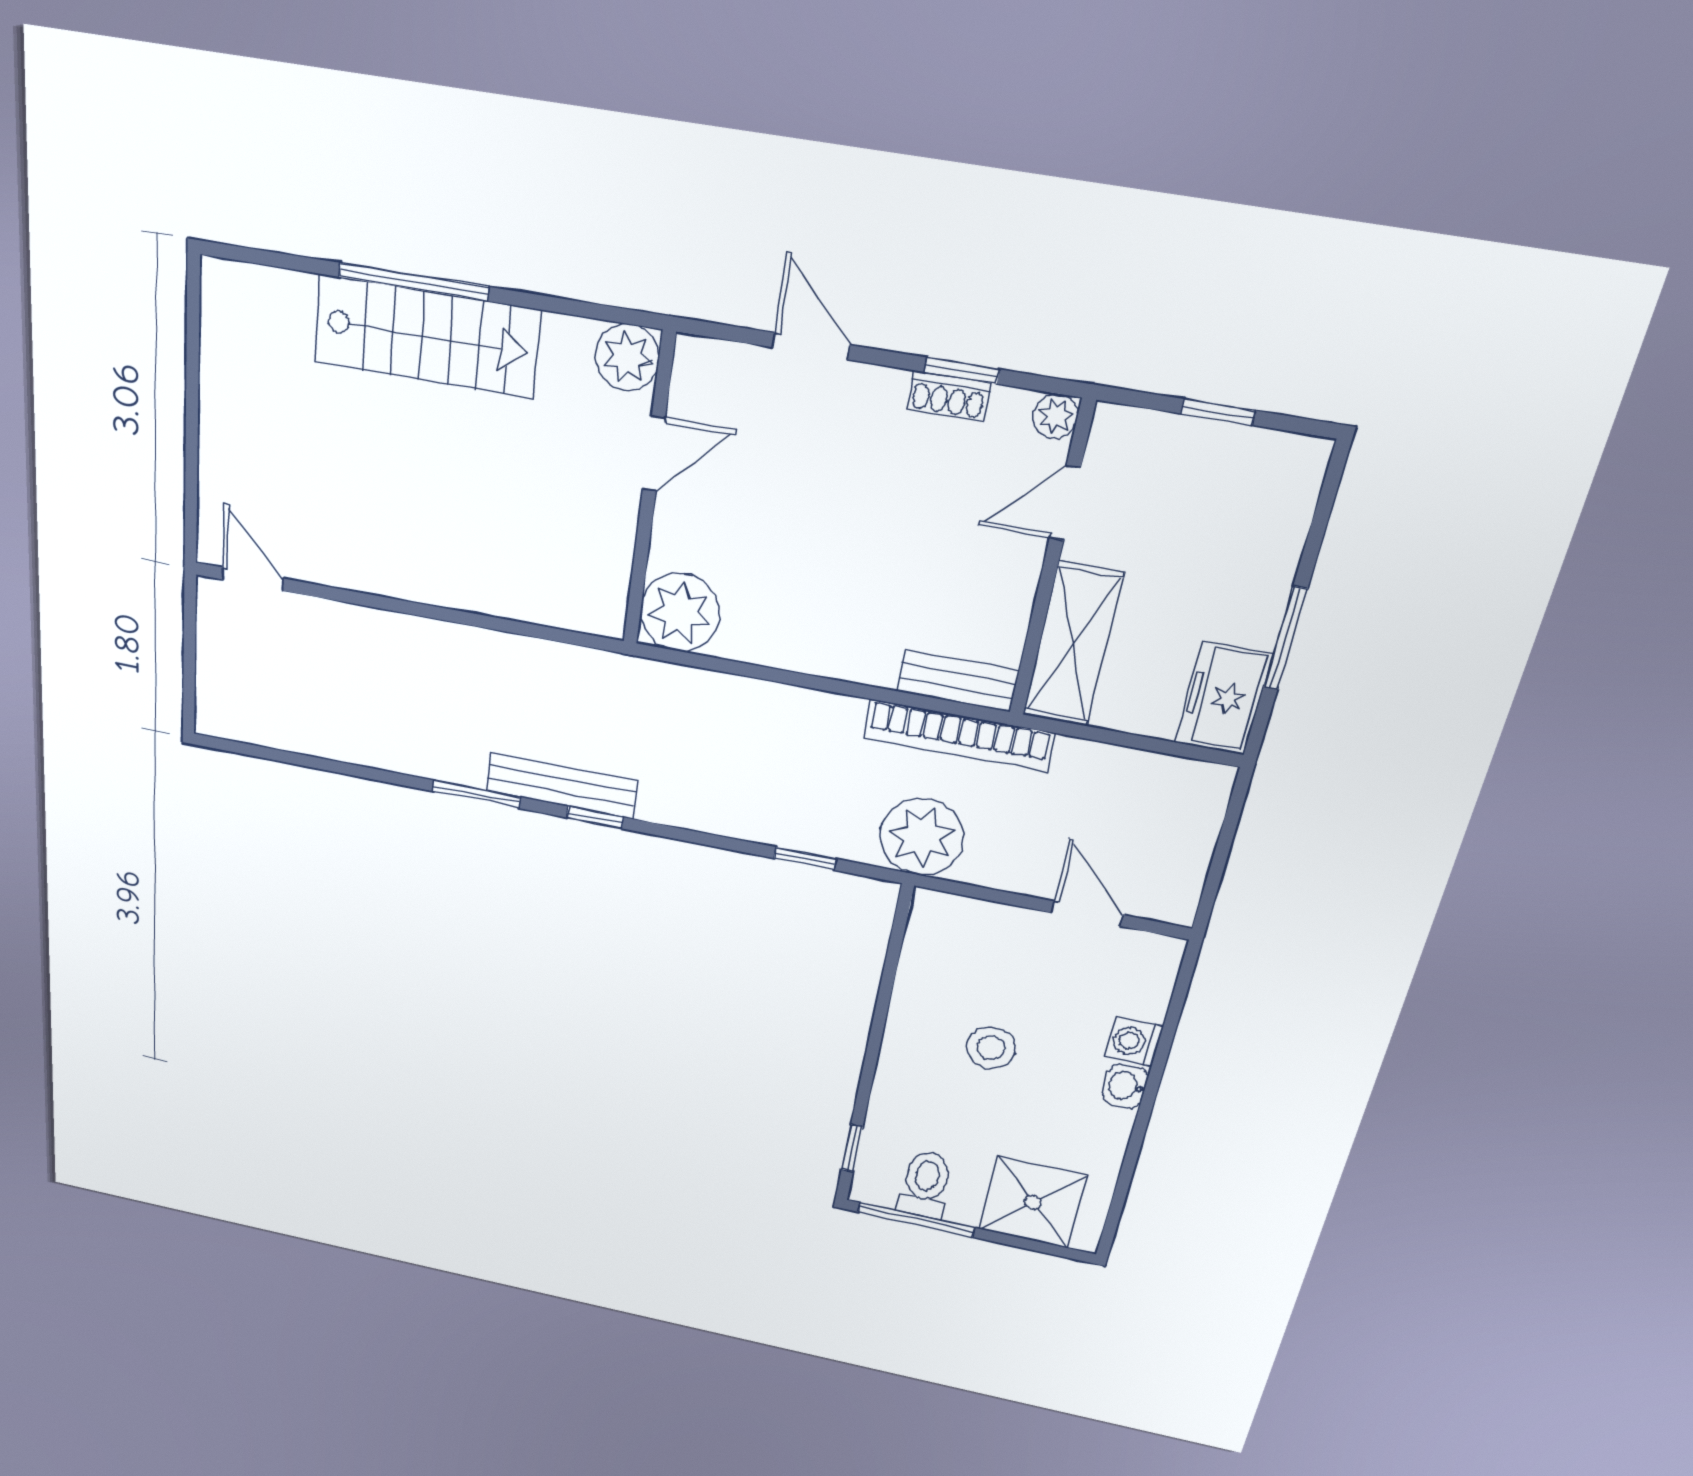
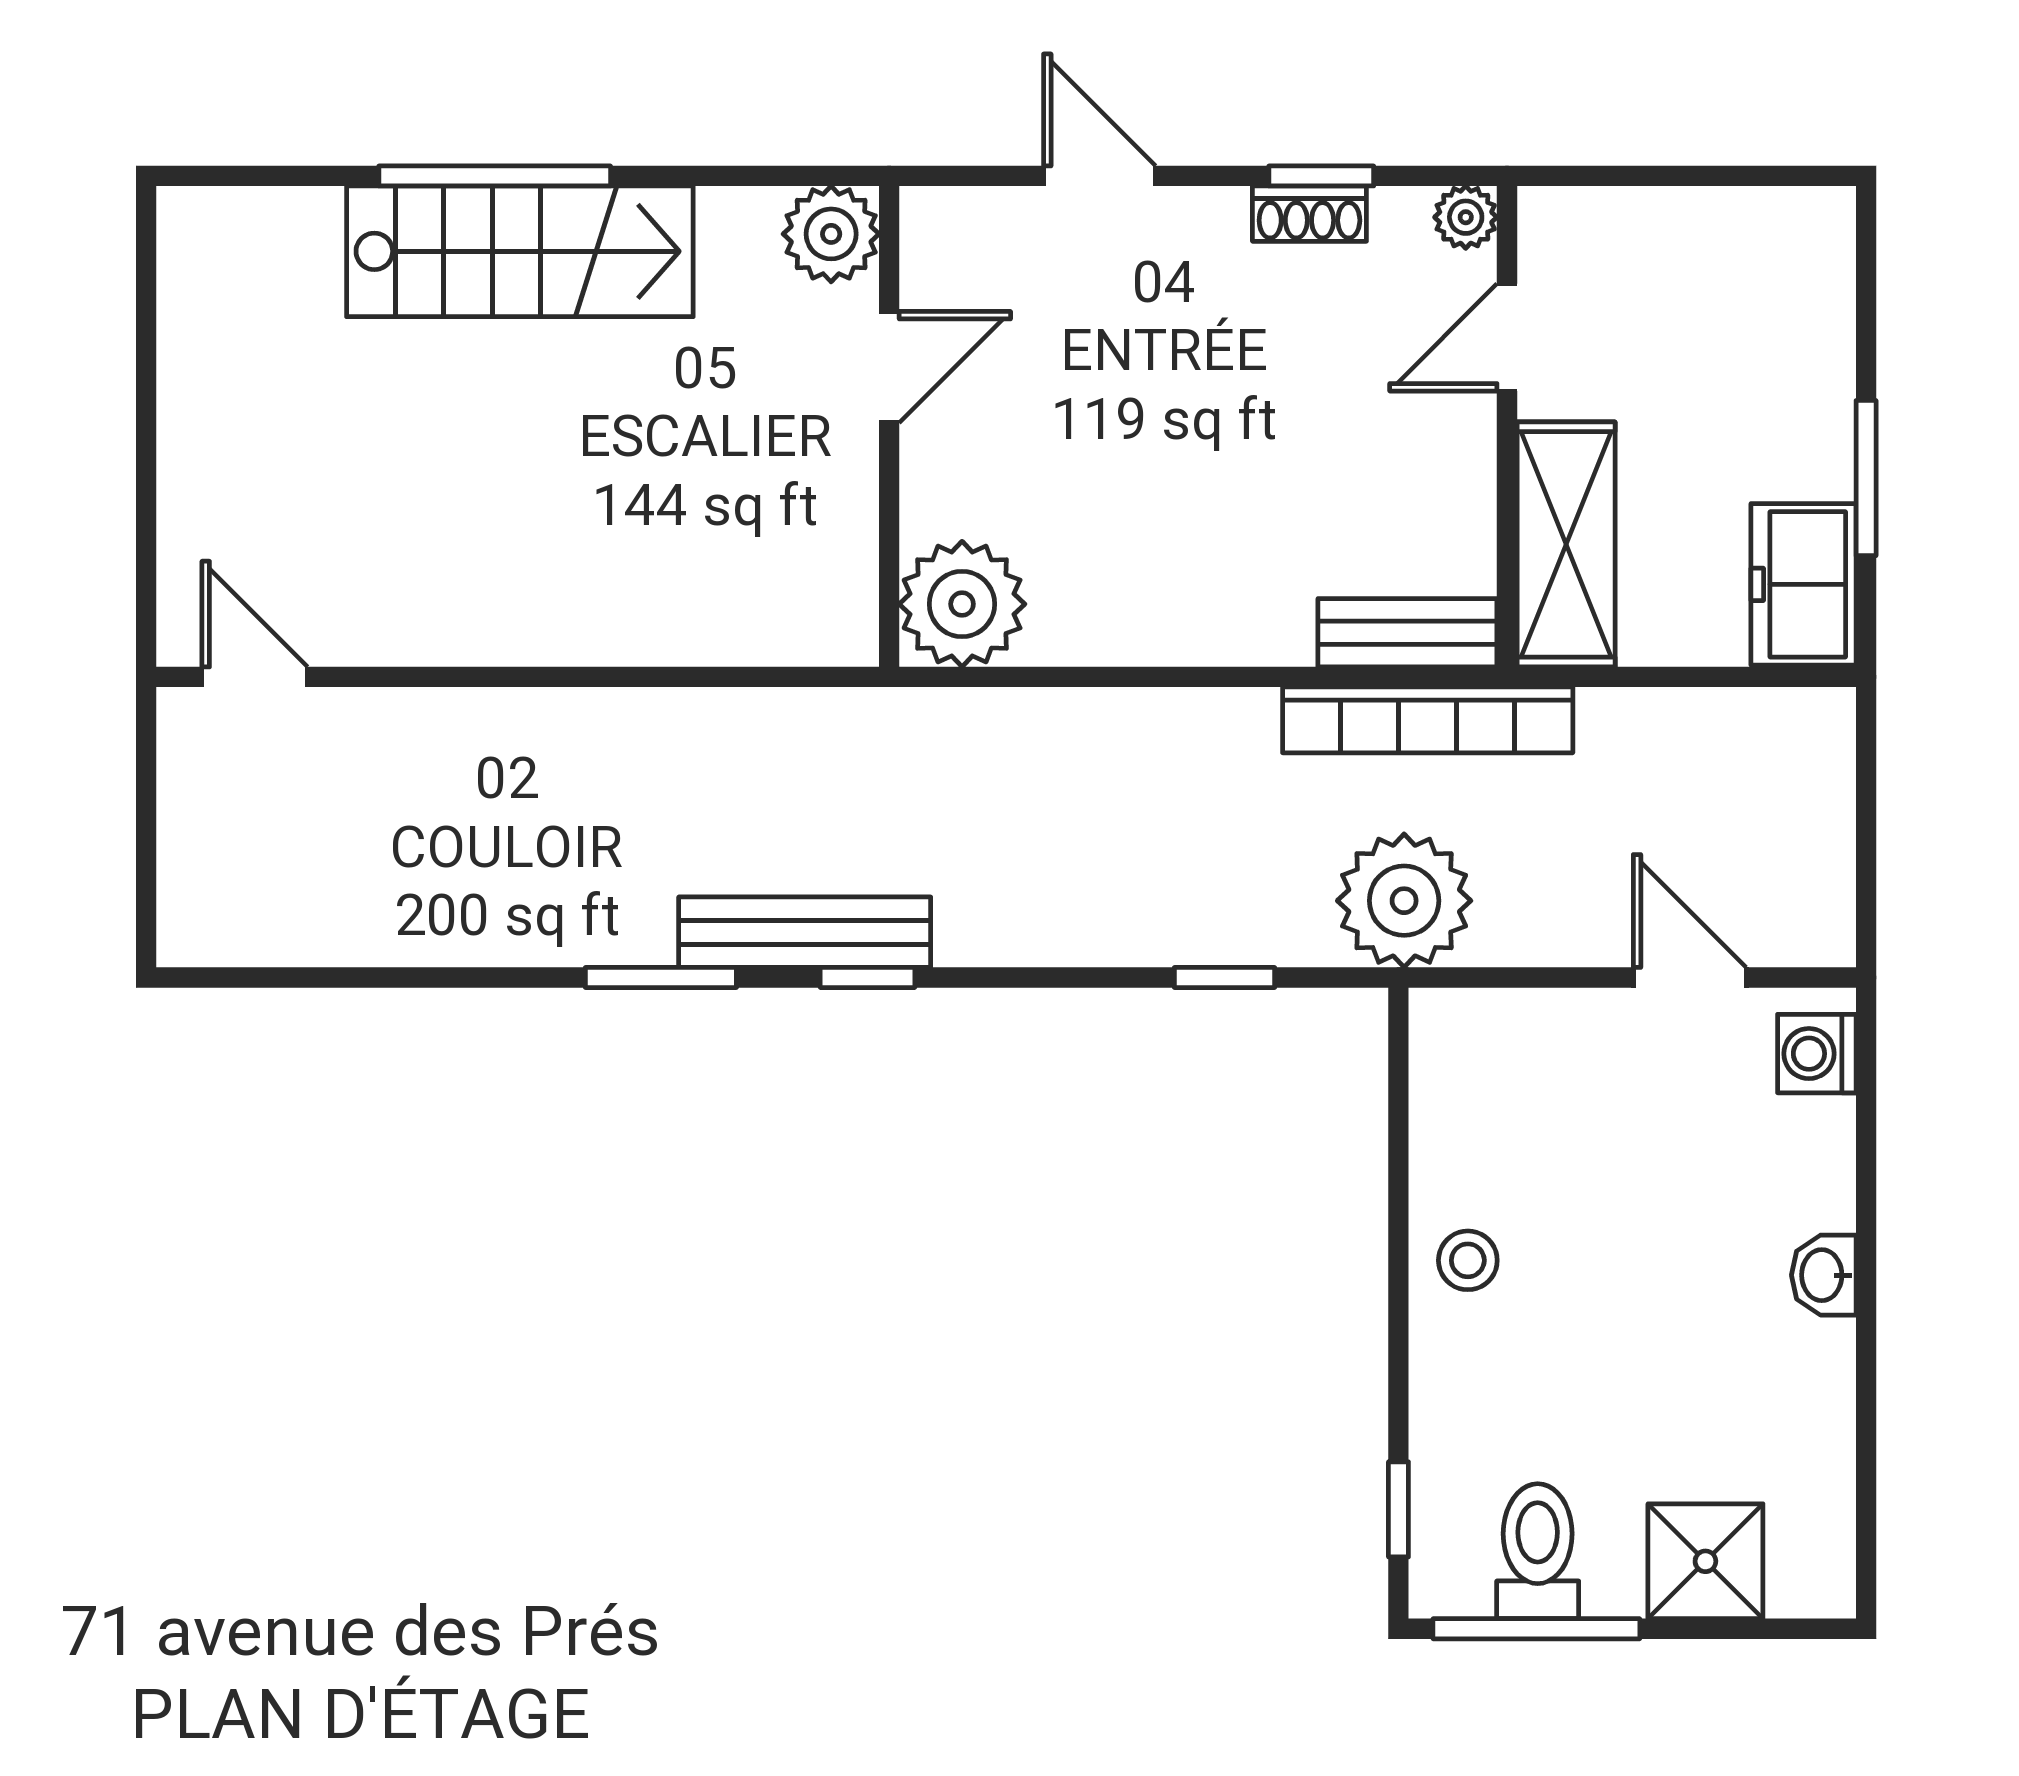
window: (1218, 412) -> (1687, 176), removed
washing machine: (1134, 1042) -> (1817, 1054), moved
stool: (991, 1048) -> (1468, 1260), moved, width x0.73, depth x0.73
shower: (1033, 1202) -> (1705, 1561), width x0.73, depth x0.73

